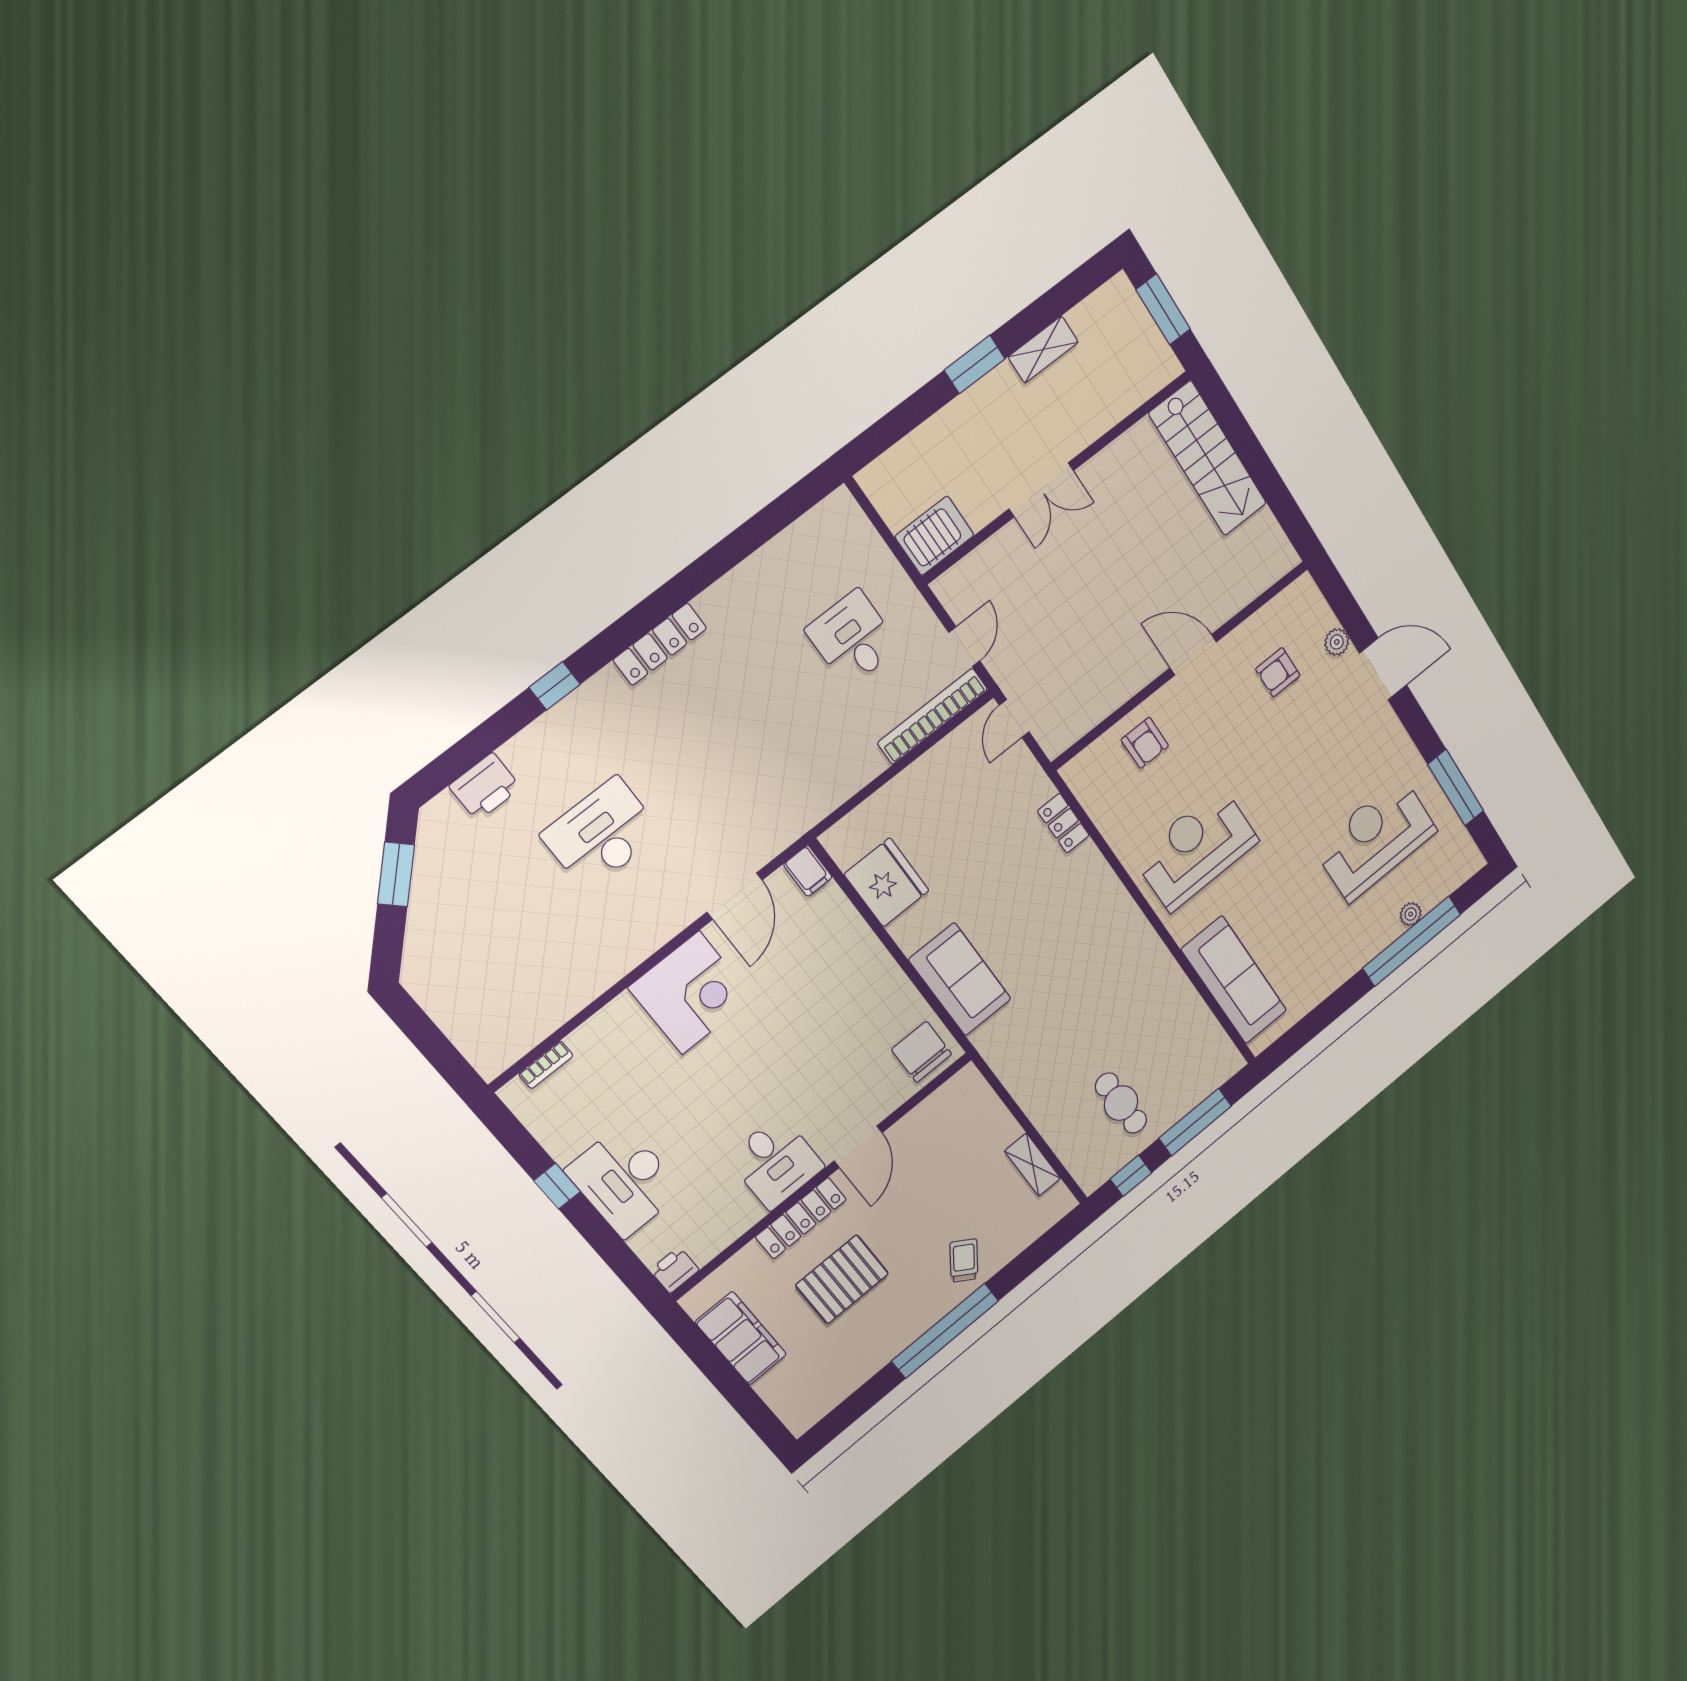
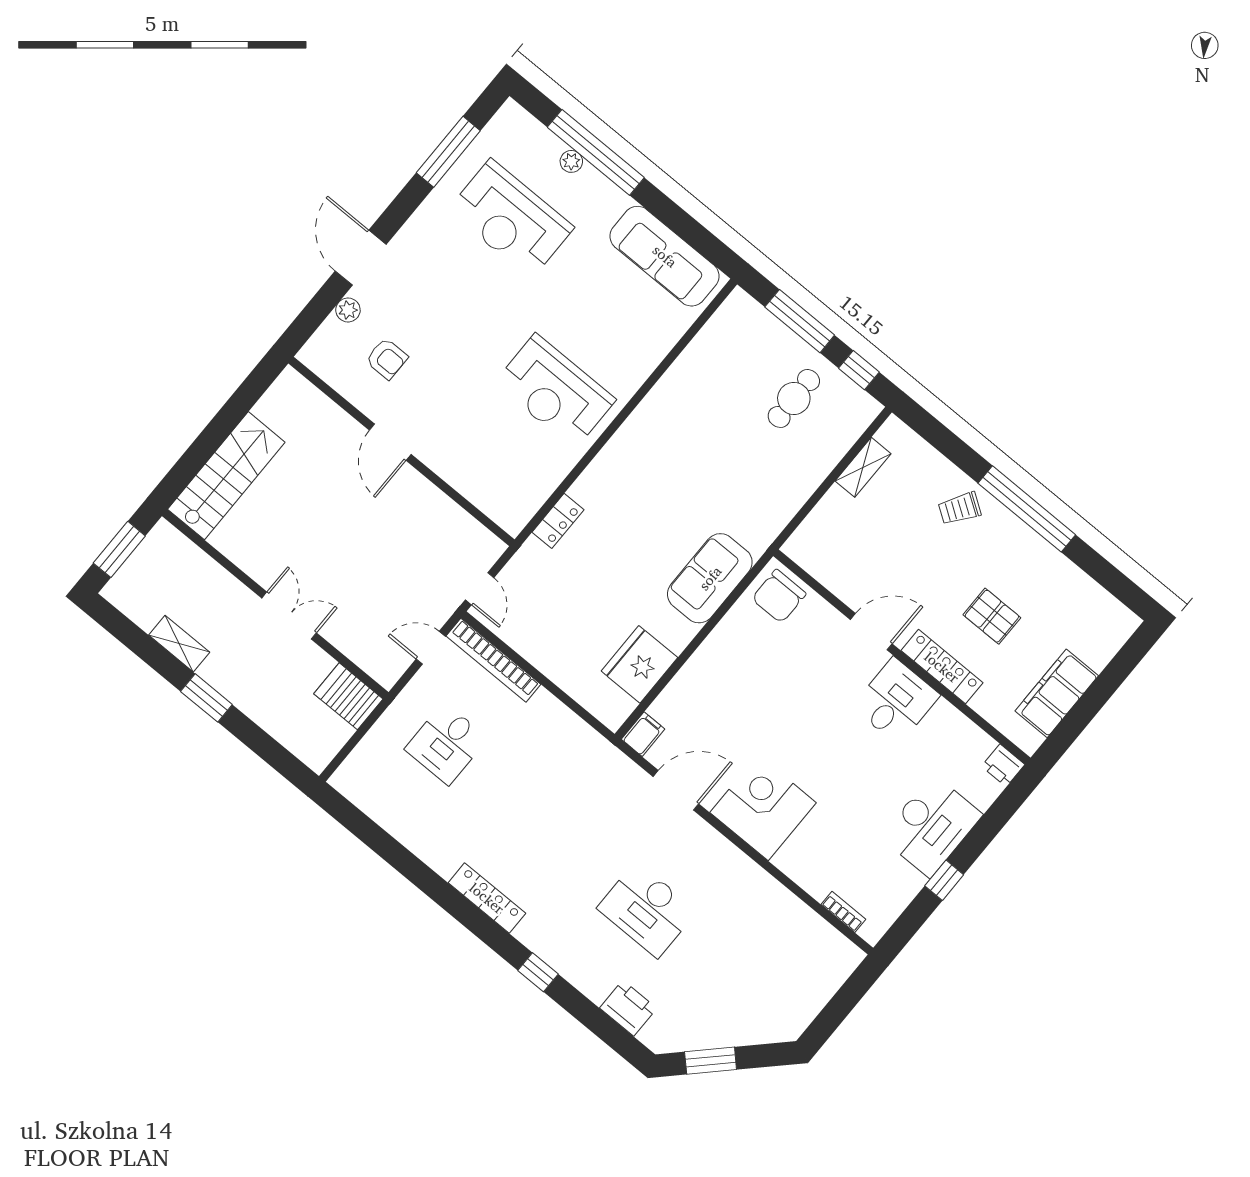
door: (1014, 718) -> (480, 589), hinge flipped
armchair: (1145, 743) -> (474, 465), removed
sofa: (1234, 980) -> (665, 256), moved, turned -90
pallet: (842, 1279) -> (992, 616), width x0.67, depth x0.71

